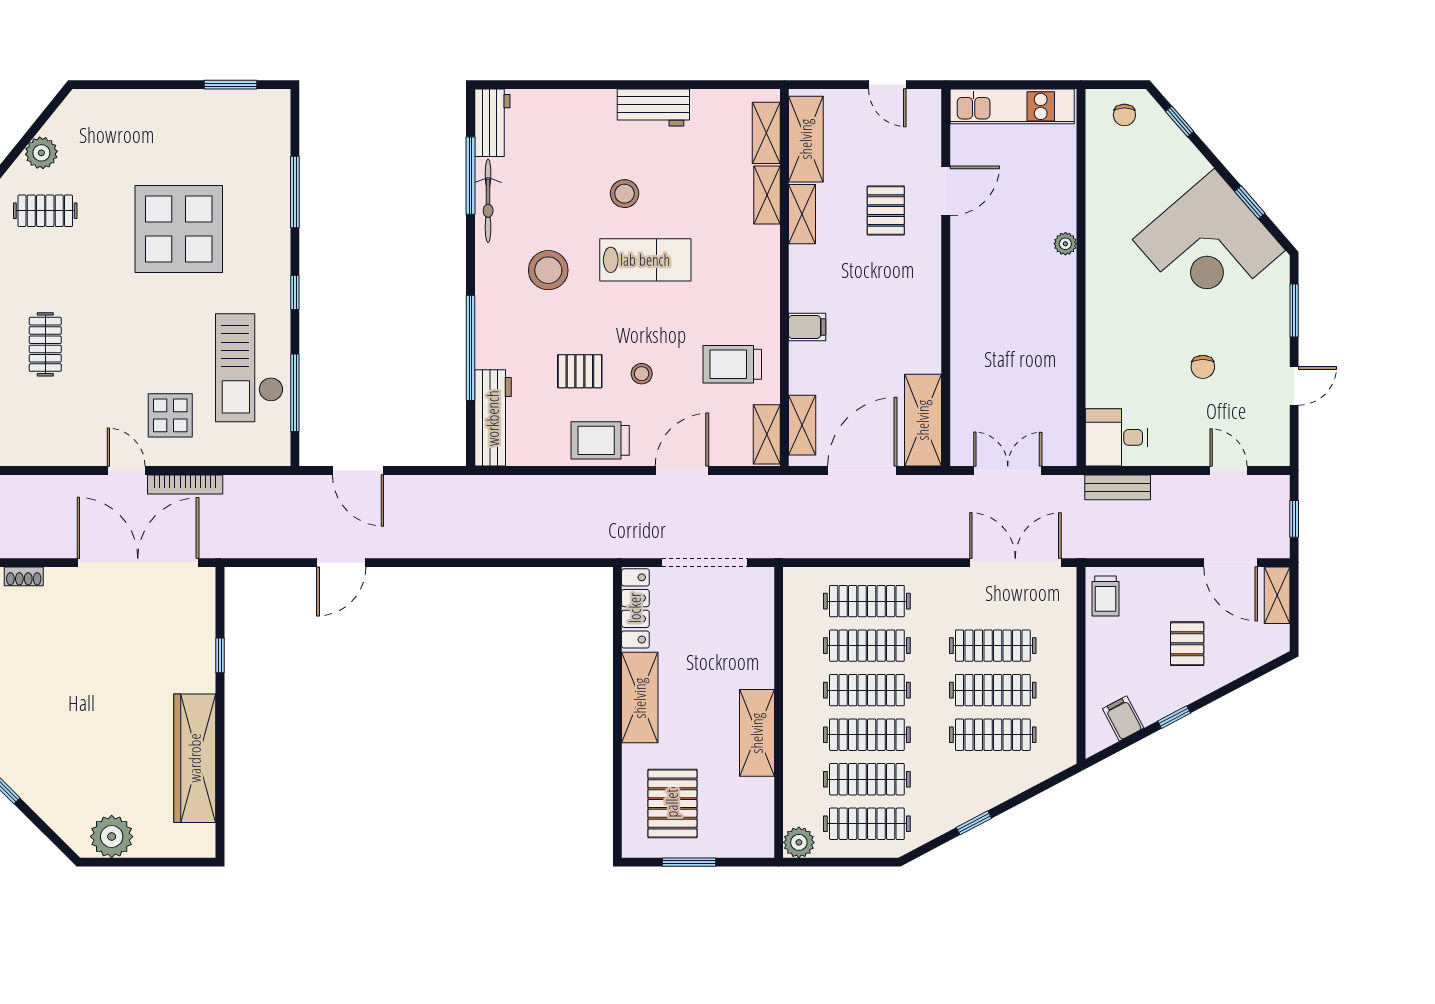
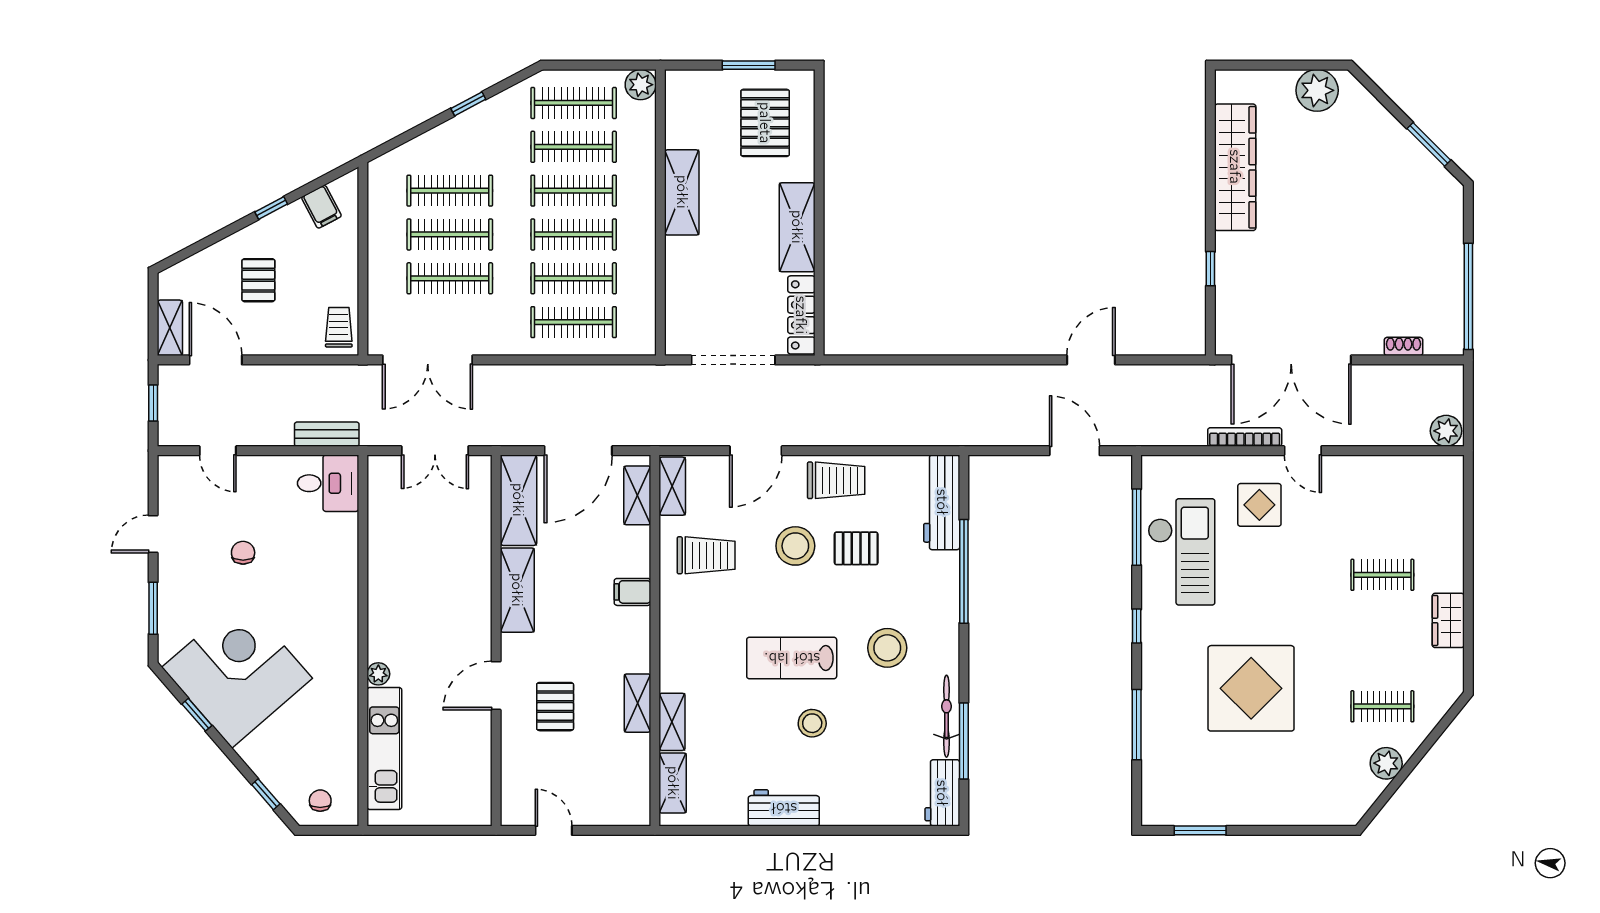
kitchen unit: (1012, 106) -> (384, 748), moved, turned 90
shelving: (806, 139) -> (517, 590), moved
door: (946, 191) -> (496, 686), moved
clothes rail: (45, 344) -> (1382, 575), turned 90
stool: (642, 374) -> (795, 546), width x1.89, depth x1.89

